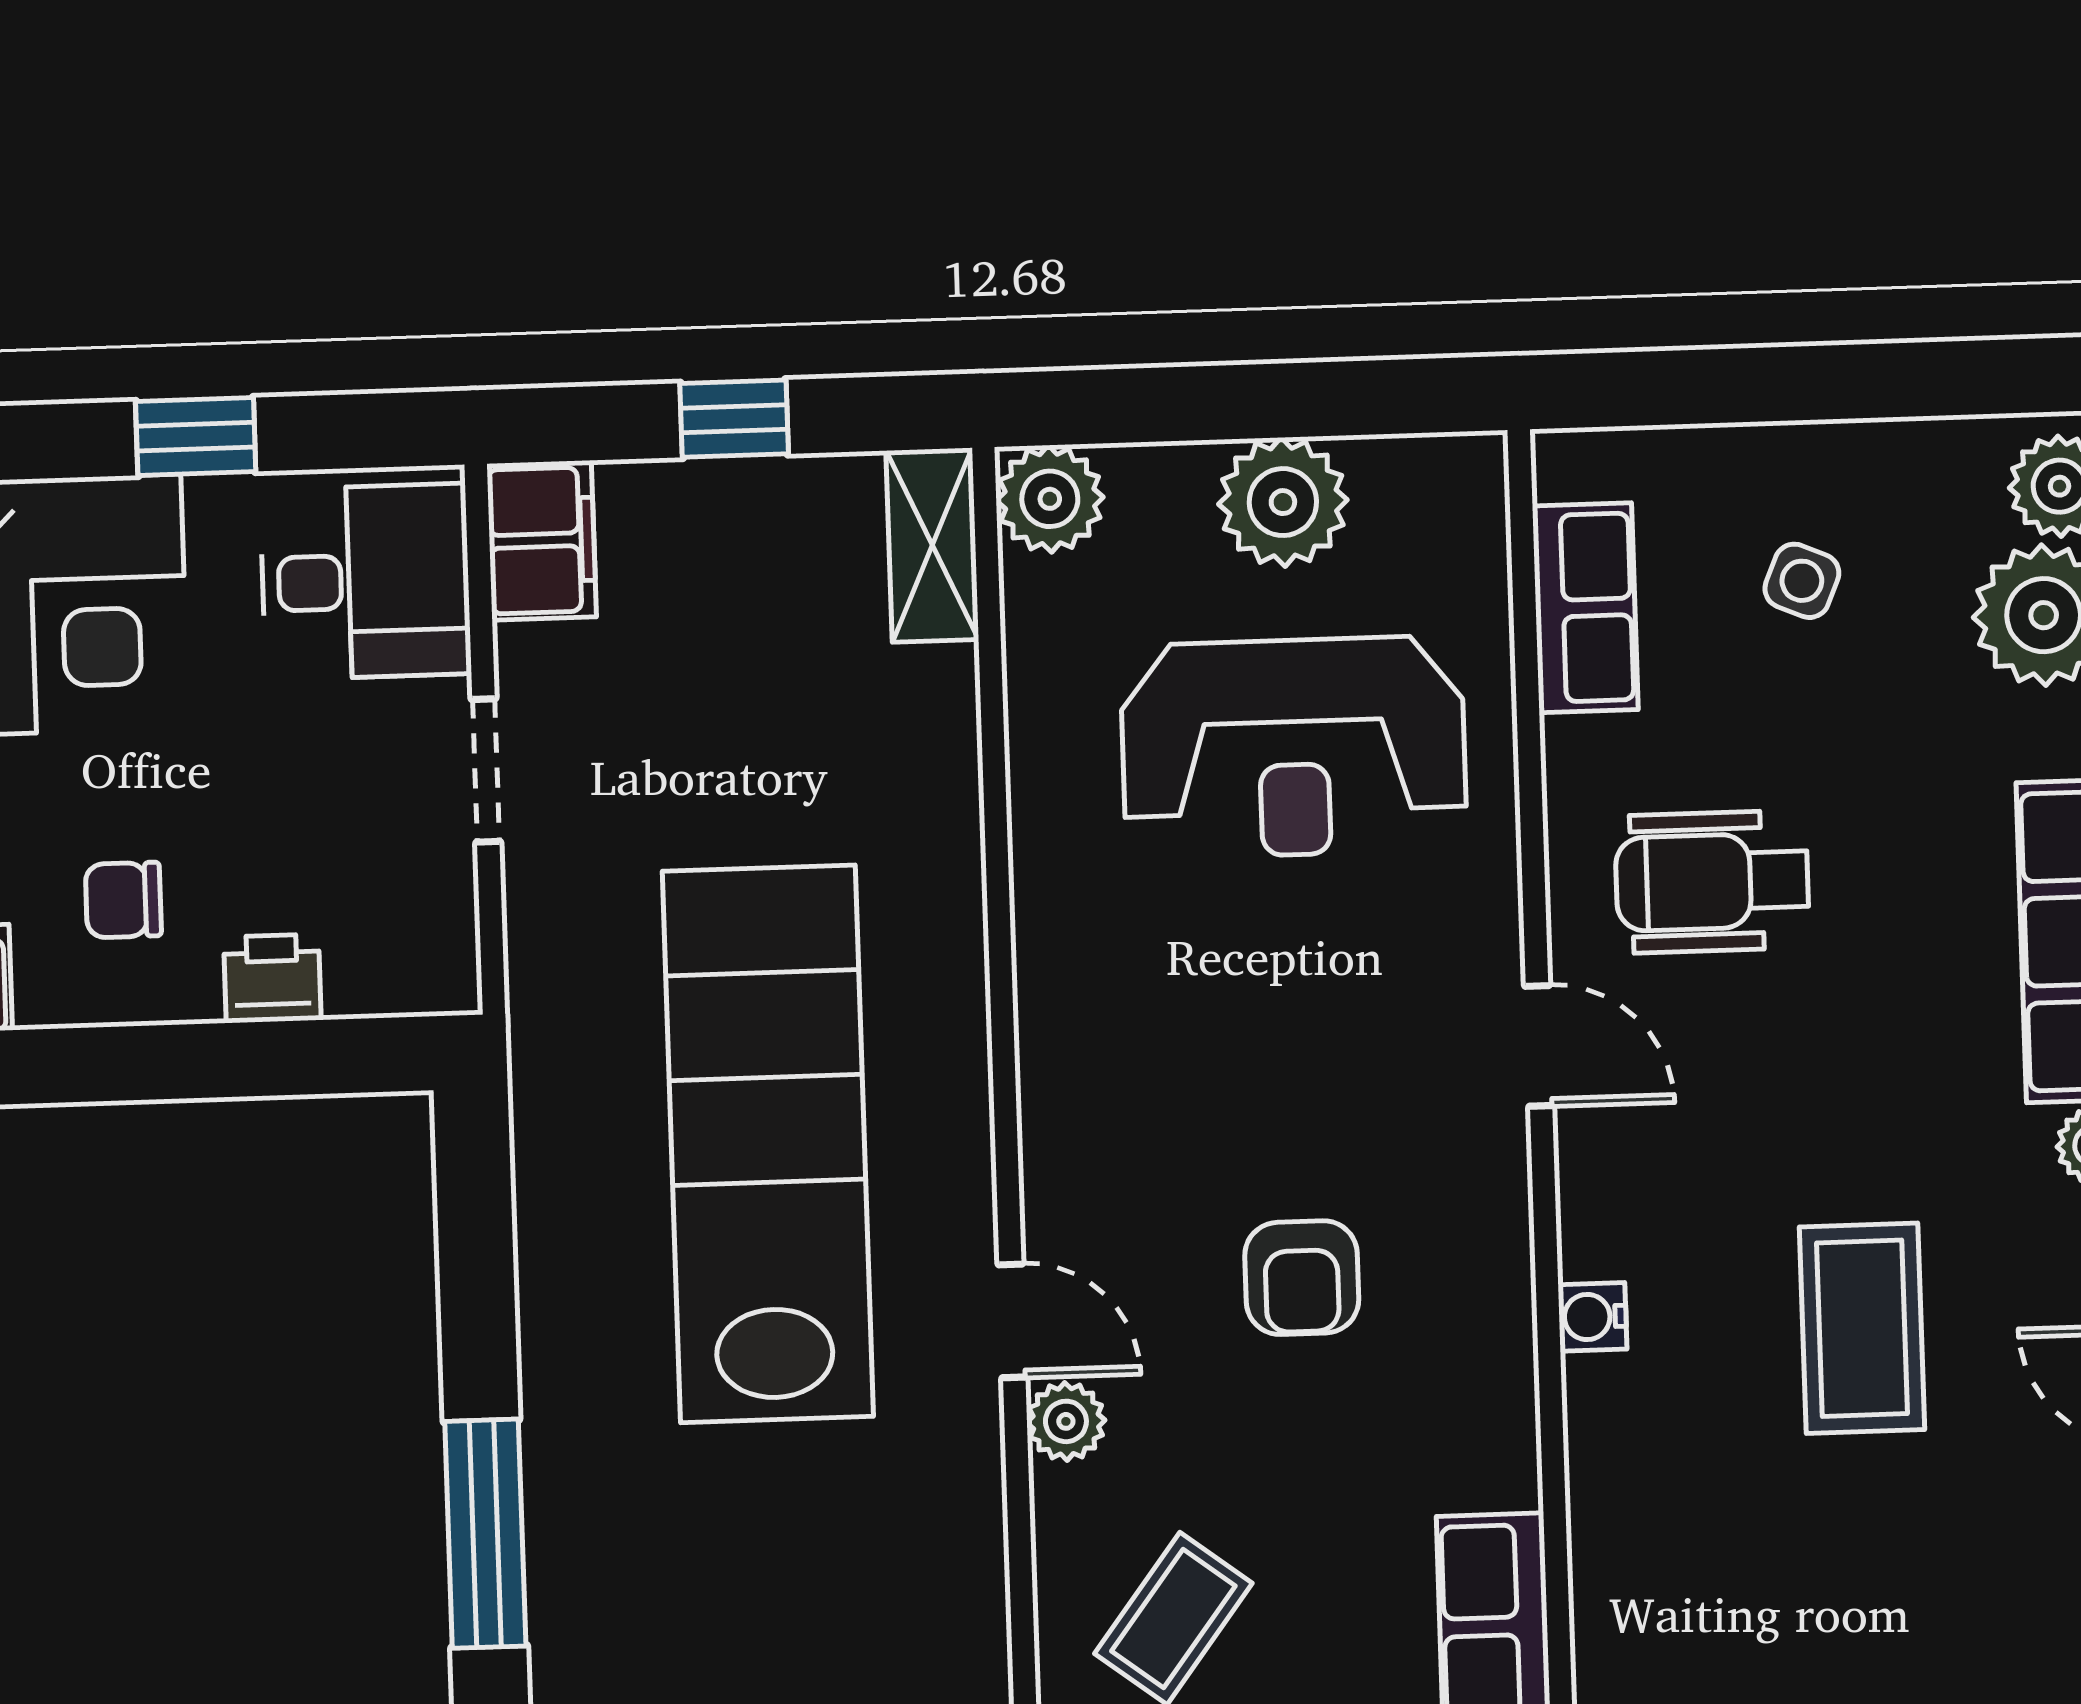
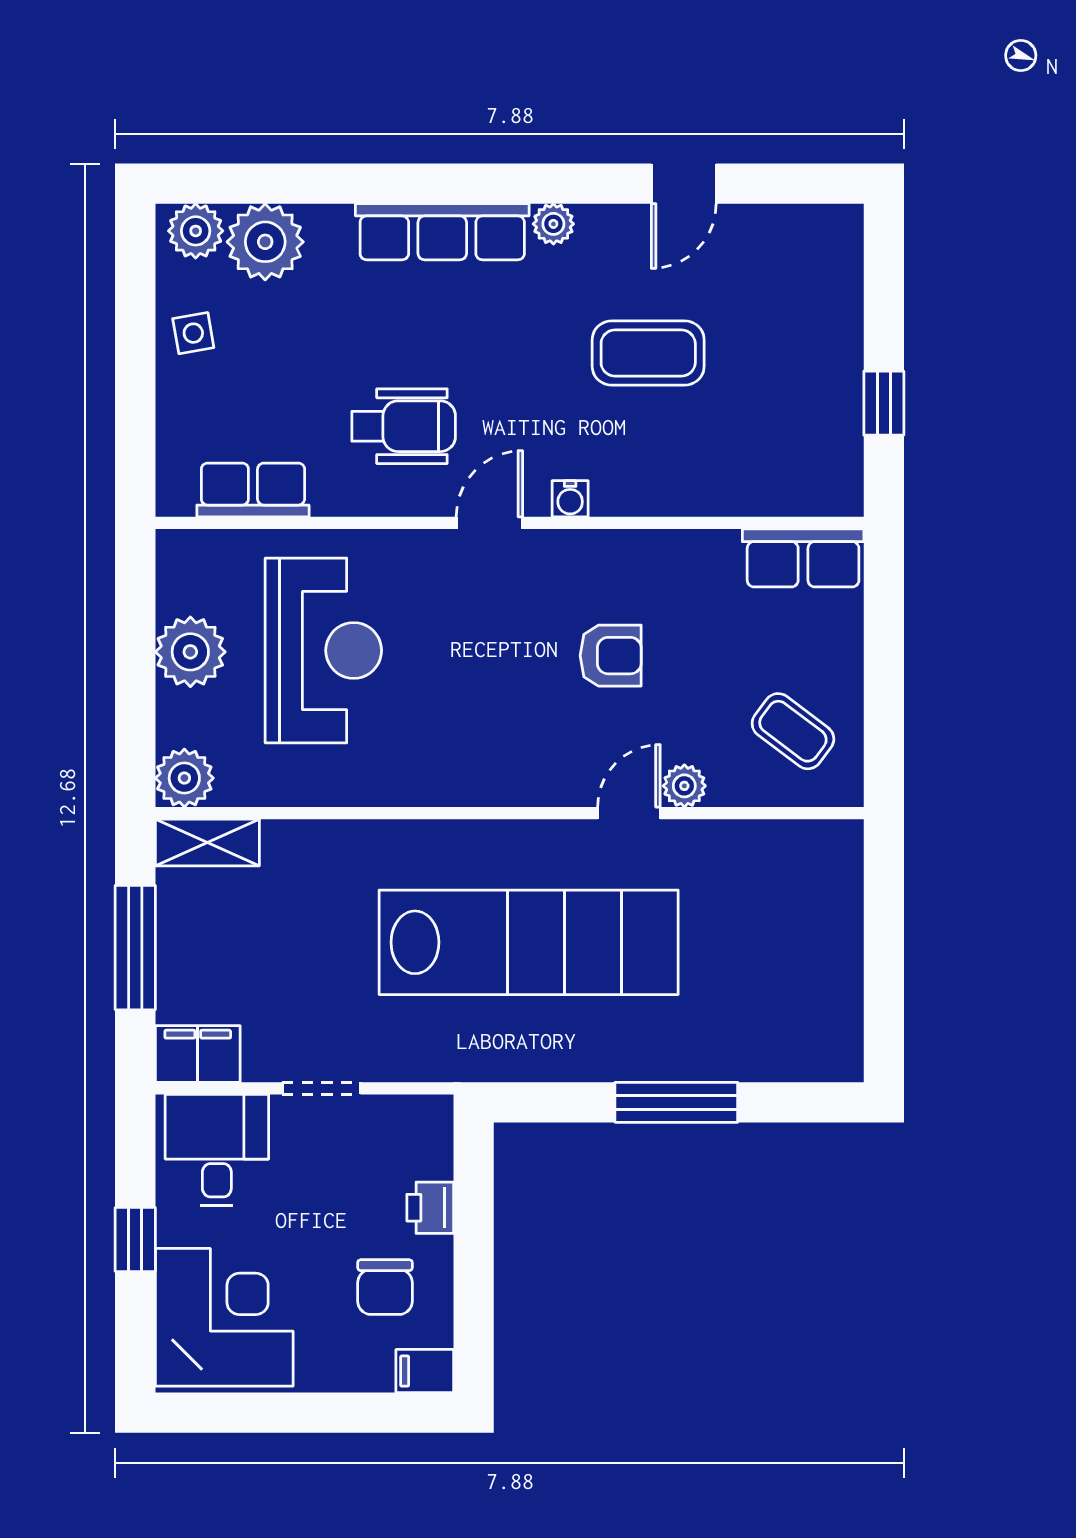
window: (734, 419) -> (135, 948), width x2.17
side table: (1802, 581) -> (193, 333), moved, turned -33
wheelchair: (1712, 882) -> (404, 426), turned -90
chair: (123, 900) -> (385, 1287), width x1.37, depth x1.37
lab bench: (768, 1144) -> (529, 942), turned 180
water cooler: (1593, 1317) -> (570, 499), moved
window: (485, 1534) -> (676, 1102), moved

